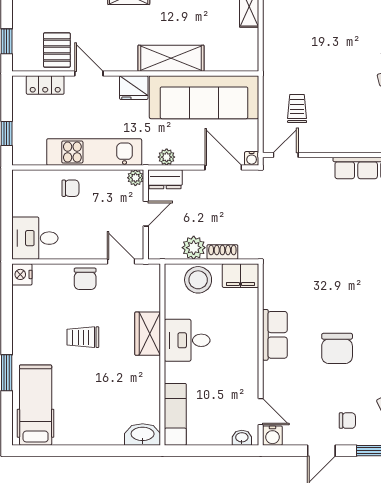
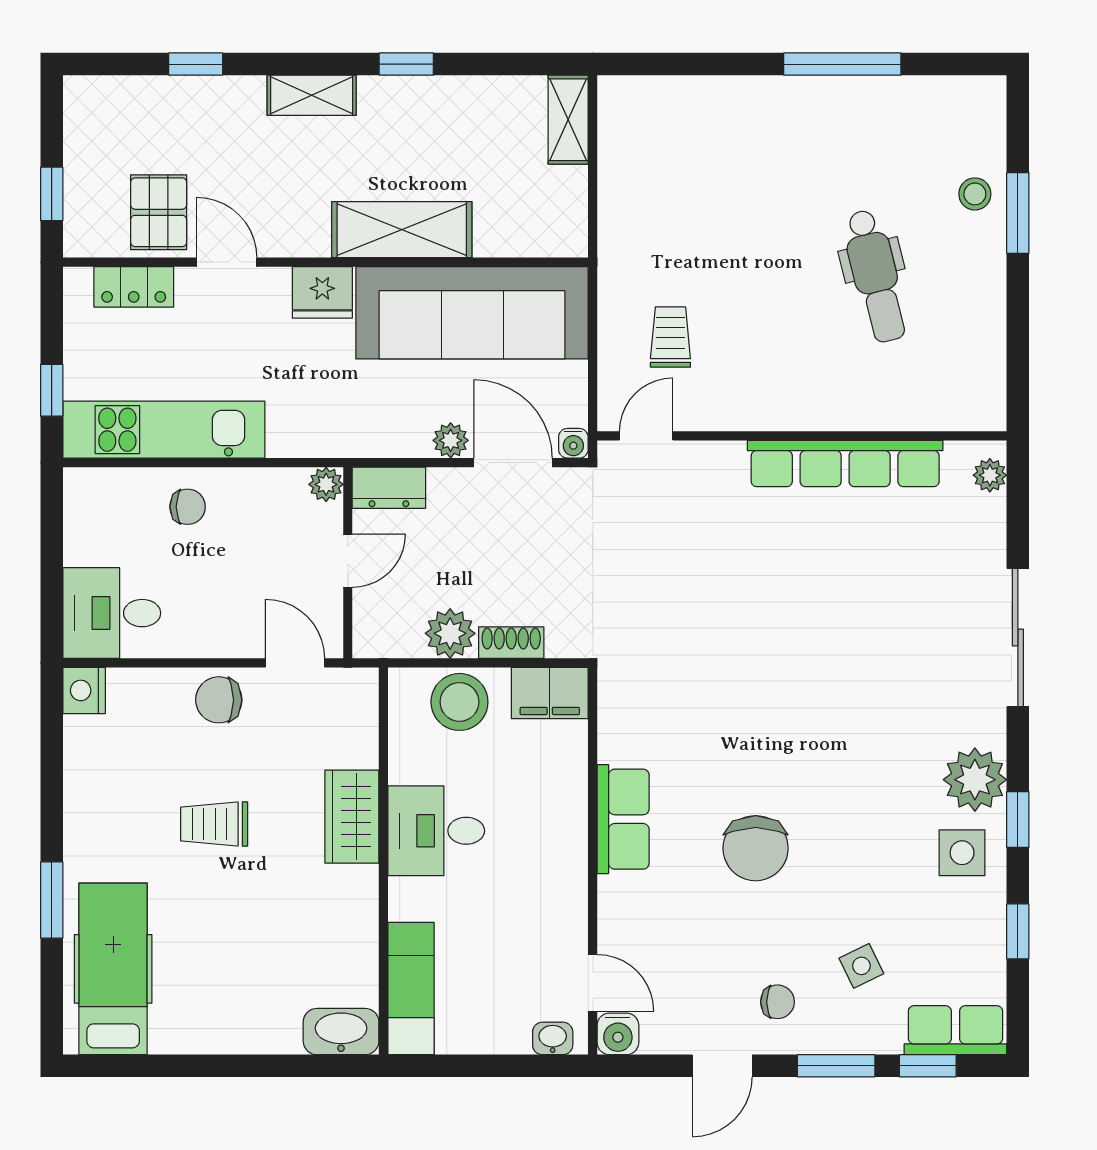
kitchen unit: (94, 152) -> (164, 430), moved
plant: (167, 157) -> (451, 440), moved
chair: (85, 279) -> (219, 700), turned 90

